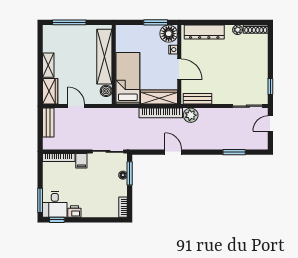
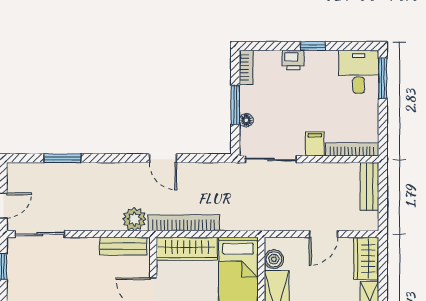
door: (76, 106) -> (323, 234), hinge flipped
bench: (48, 122) -> (369, 186), moved
window: (130, 173) -> (235, 105), moved
printer: (74, 212) -> (293, 60), moved
window: (57, 220) -> (313, 46), moved

